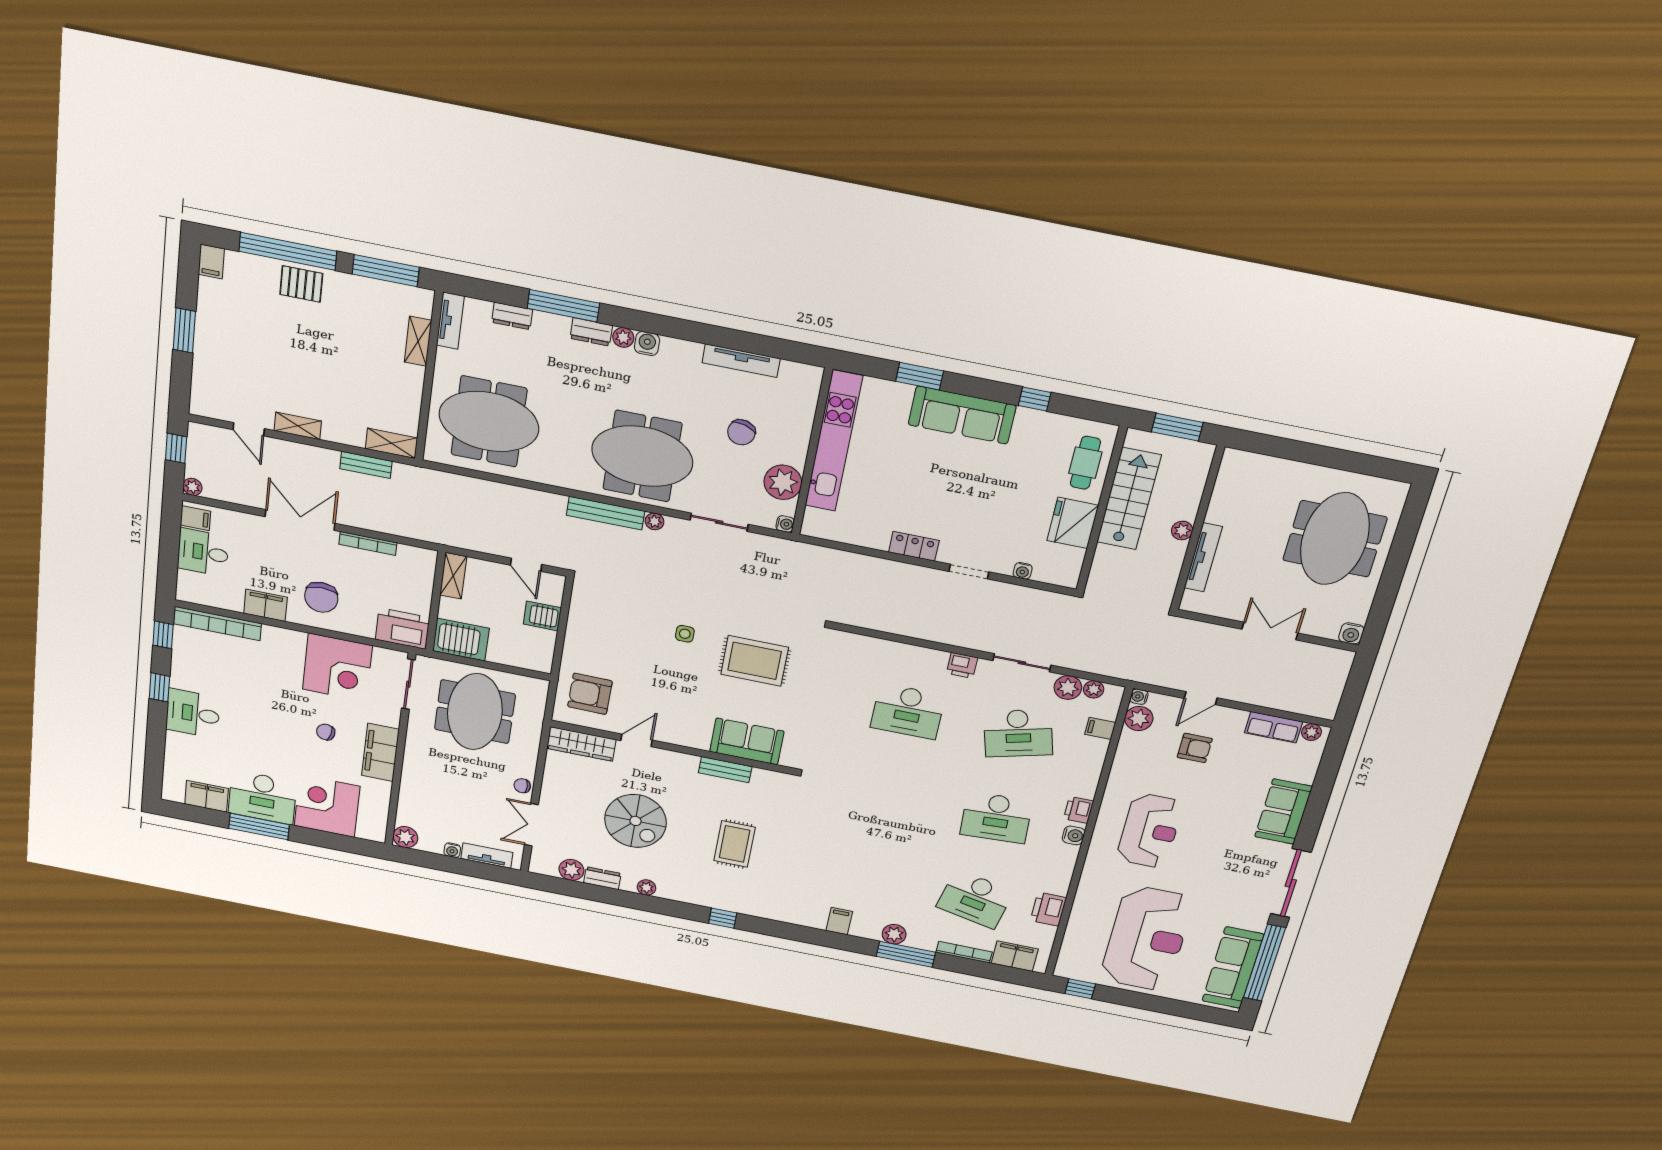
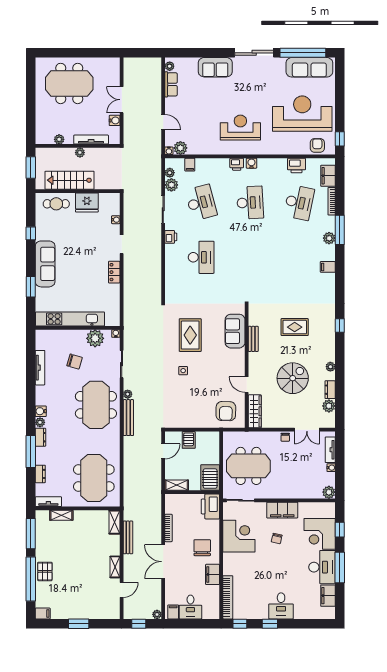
bench: (366, 465) -> (128, 537), width x1.36
plant: (1222, 496) -> (59, 139), added
chair: (321, 597) -> (202, 548), turned -90
water cooler: (1351, 633) -> (115, 120), moved
armchair: (1195, 748) -> (317, 145), moved
window: (332, 841) -> (340, 530), added

